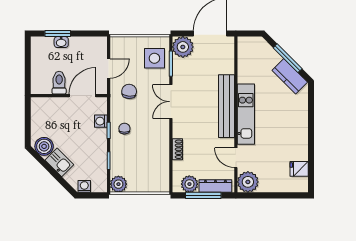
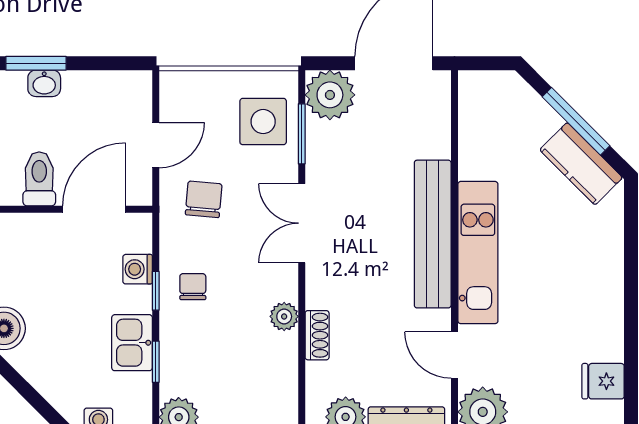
plant: (163, 141) -> (284, 316), added
kitchen sink: (59, 162) -> (132, 343), moved, turned -135

